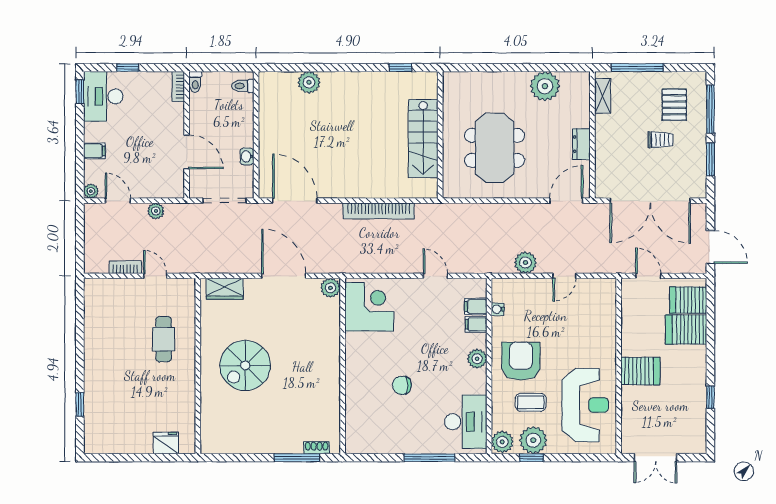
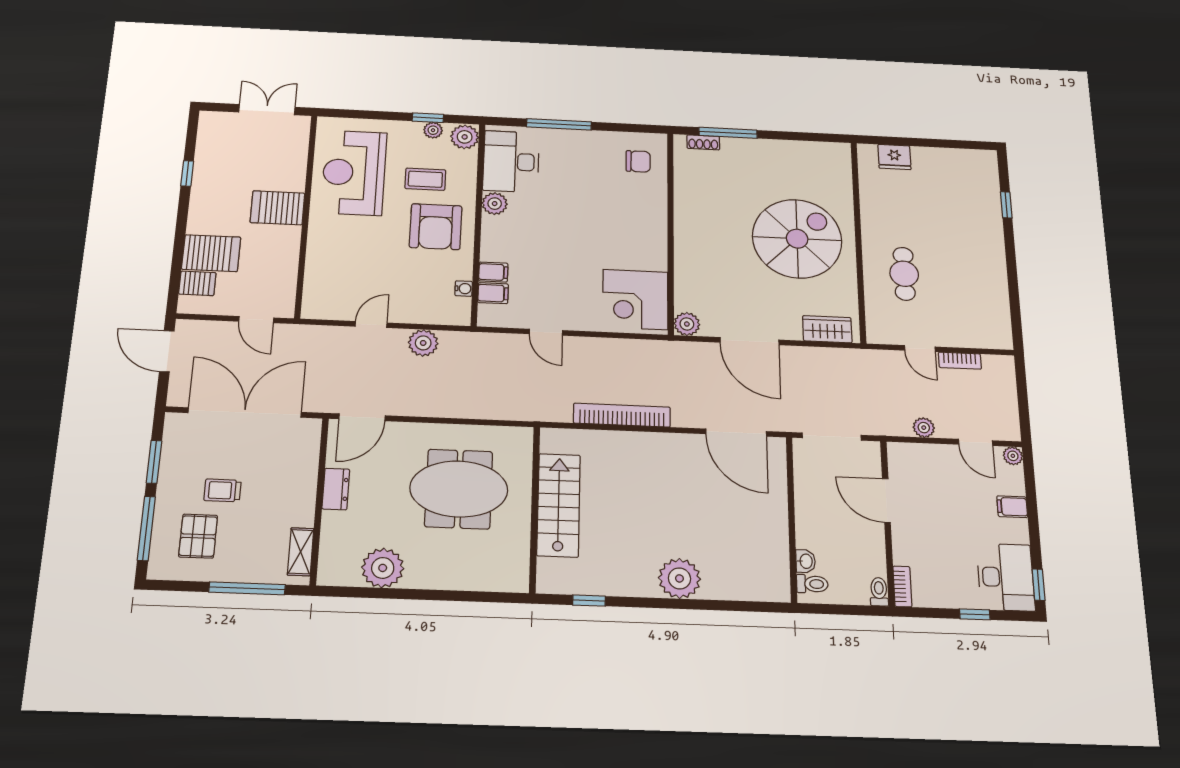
plant: (309, 82) -> (679, 578), moved, width x1.36, depth x1.36
meeting table: (495, 148) -> (459, 489), turned 90
washbasin: (247, 156) -> (806, 561), moved
server rack: (688, 300) -> (197, 283), width x0.73, depth x0.70
plant: (477, 359) -> (495, 204), moved
spiral stairs: (245, 365) -> (797, 239), width x1.37, depth x1.37
chair: (402, 385) -> (638, 161), moved
plant: (533, 440) -> (433, 130), width x0.53, depth x0.53

